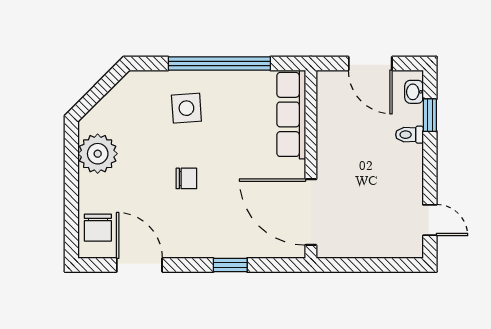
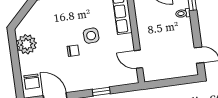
side table: (186, 108) -> (91, 36), moved
door: (311, 212) -> (138, 59), width x0.53

